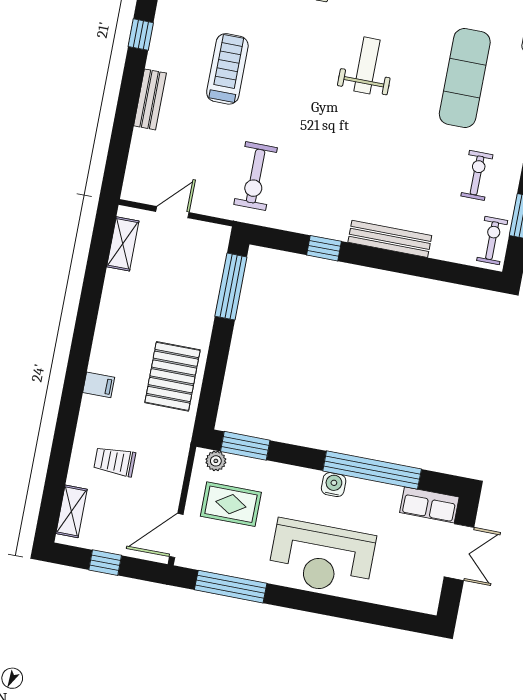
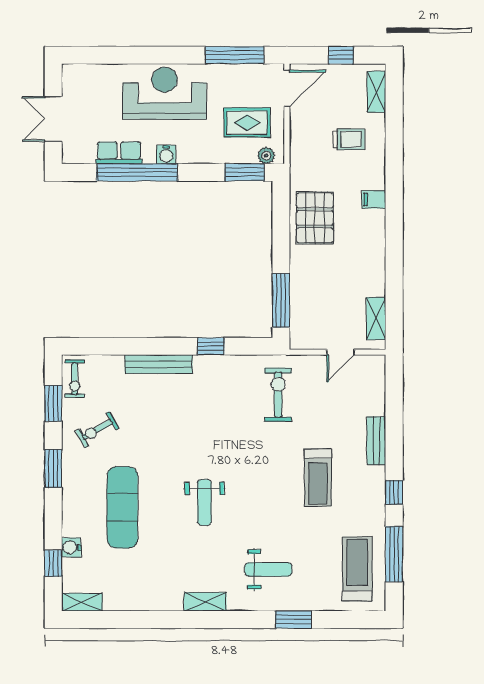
exercise bike: (477, 175) -> (97, 430), turned 60
row of seats: (429, 505) -> (119, 153), moved

